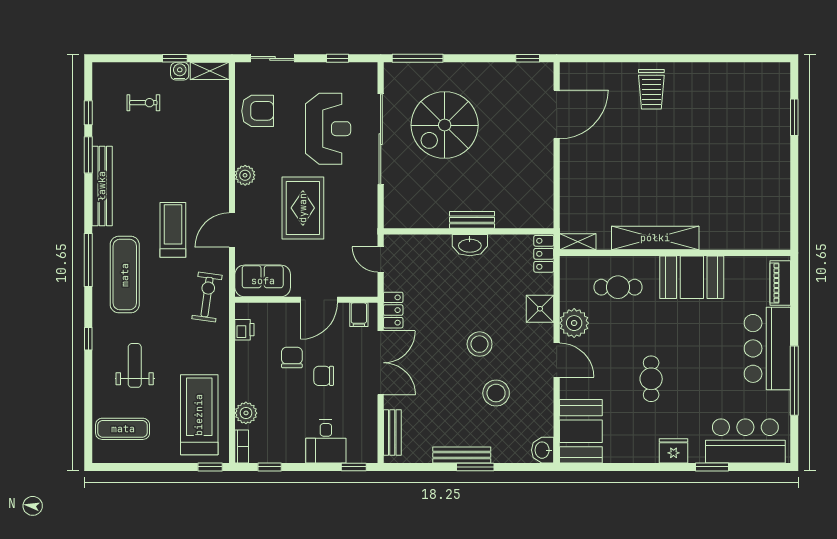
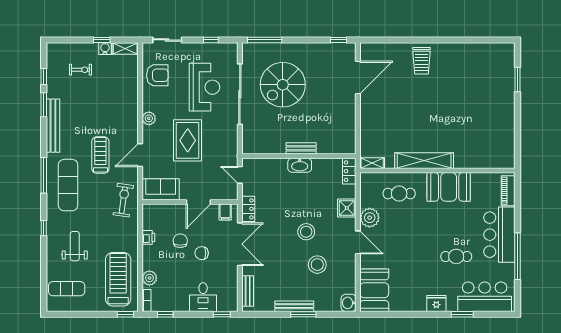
printer: (244, 330) -> (148, 237), moved
cafe table: (651, 379) -> (456, 256), moved, turned 90

